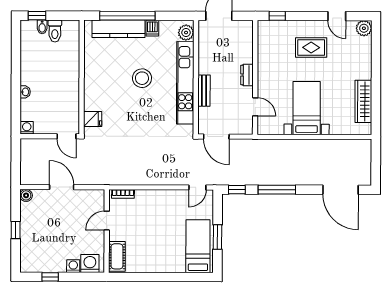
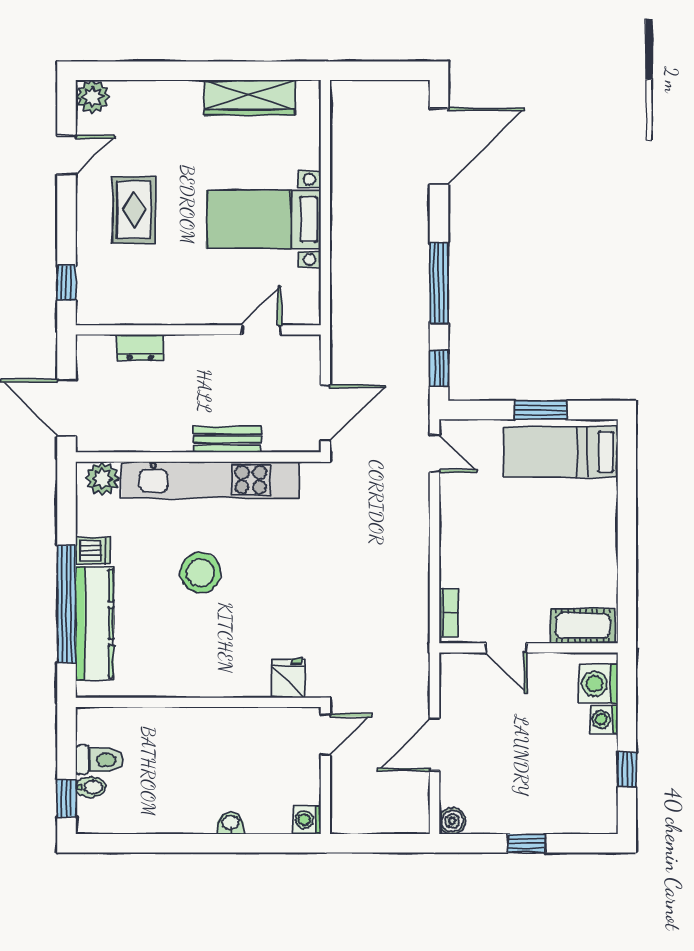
dresser: (247, 75) -> (140, 347), moved

